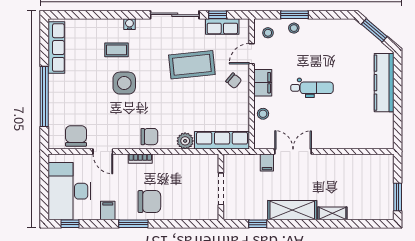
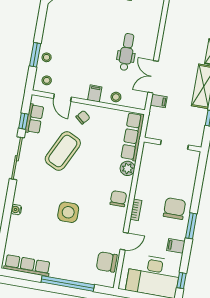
water cooler: (129, 24) -> (16, 210), moved
coffee table: (117, 50) -> (38, 214), removed
coffee table: (192, 65) -> (63, 151), turned 32
filing cabinet: (263, 83) -> (95, 93), width x0.50
dental chair: (312, 88) -> (127, 52), moved

